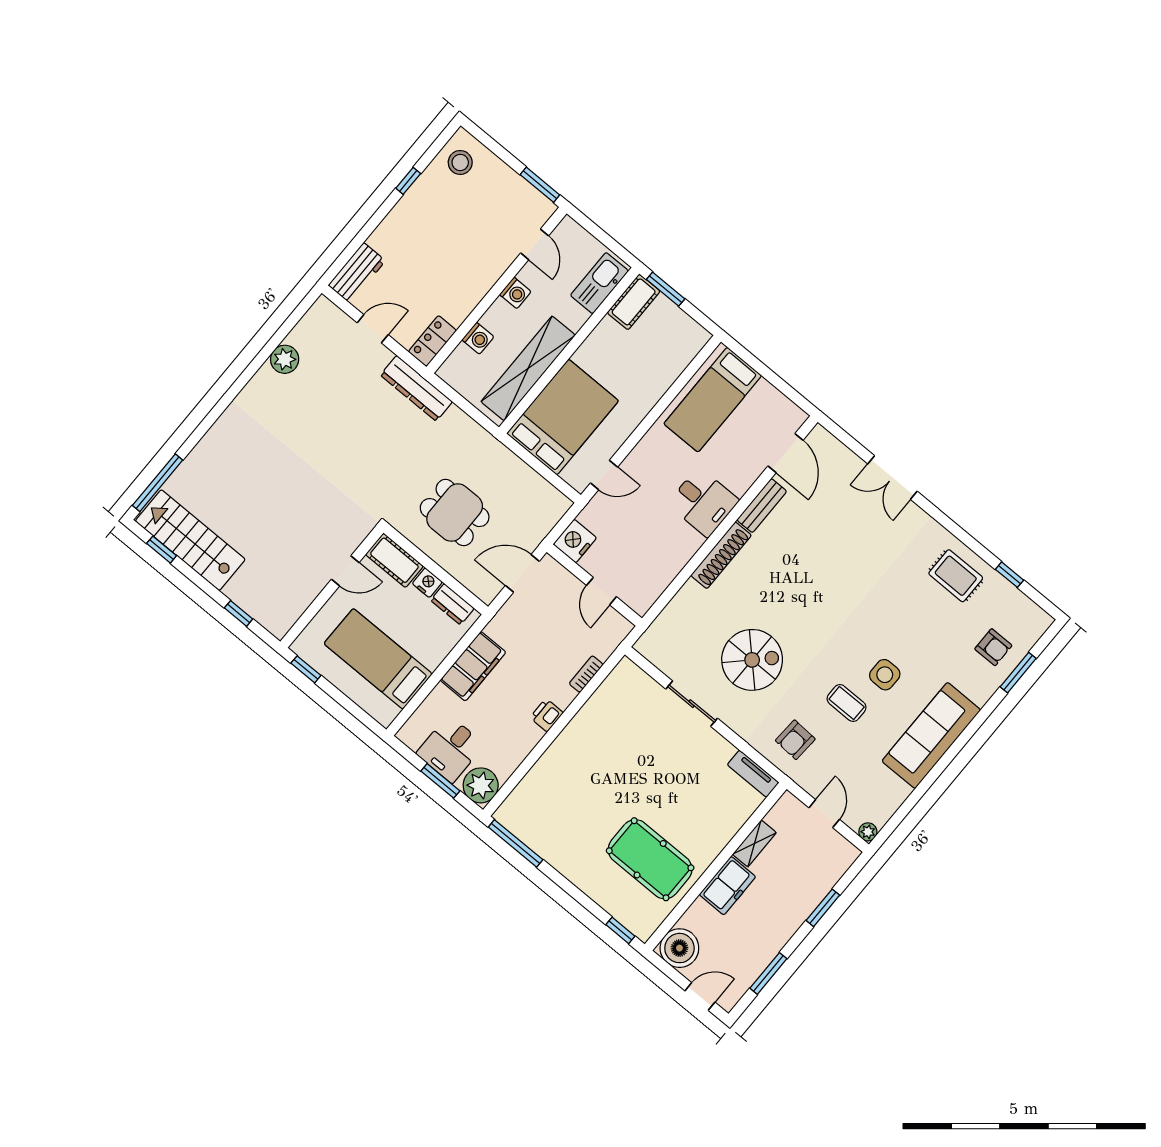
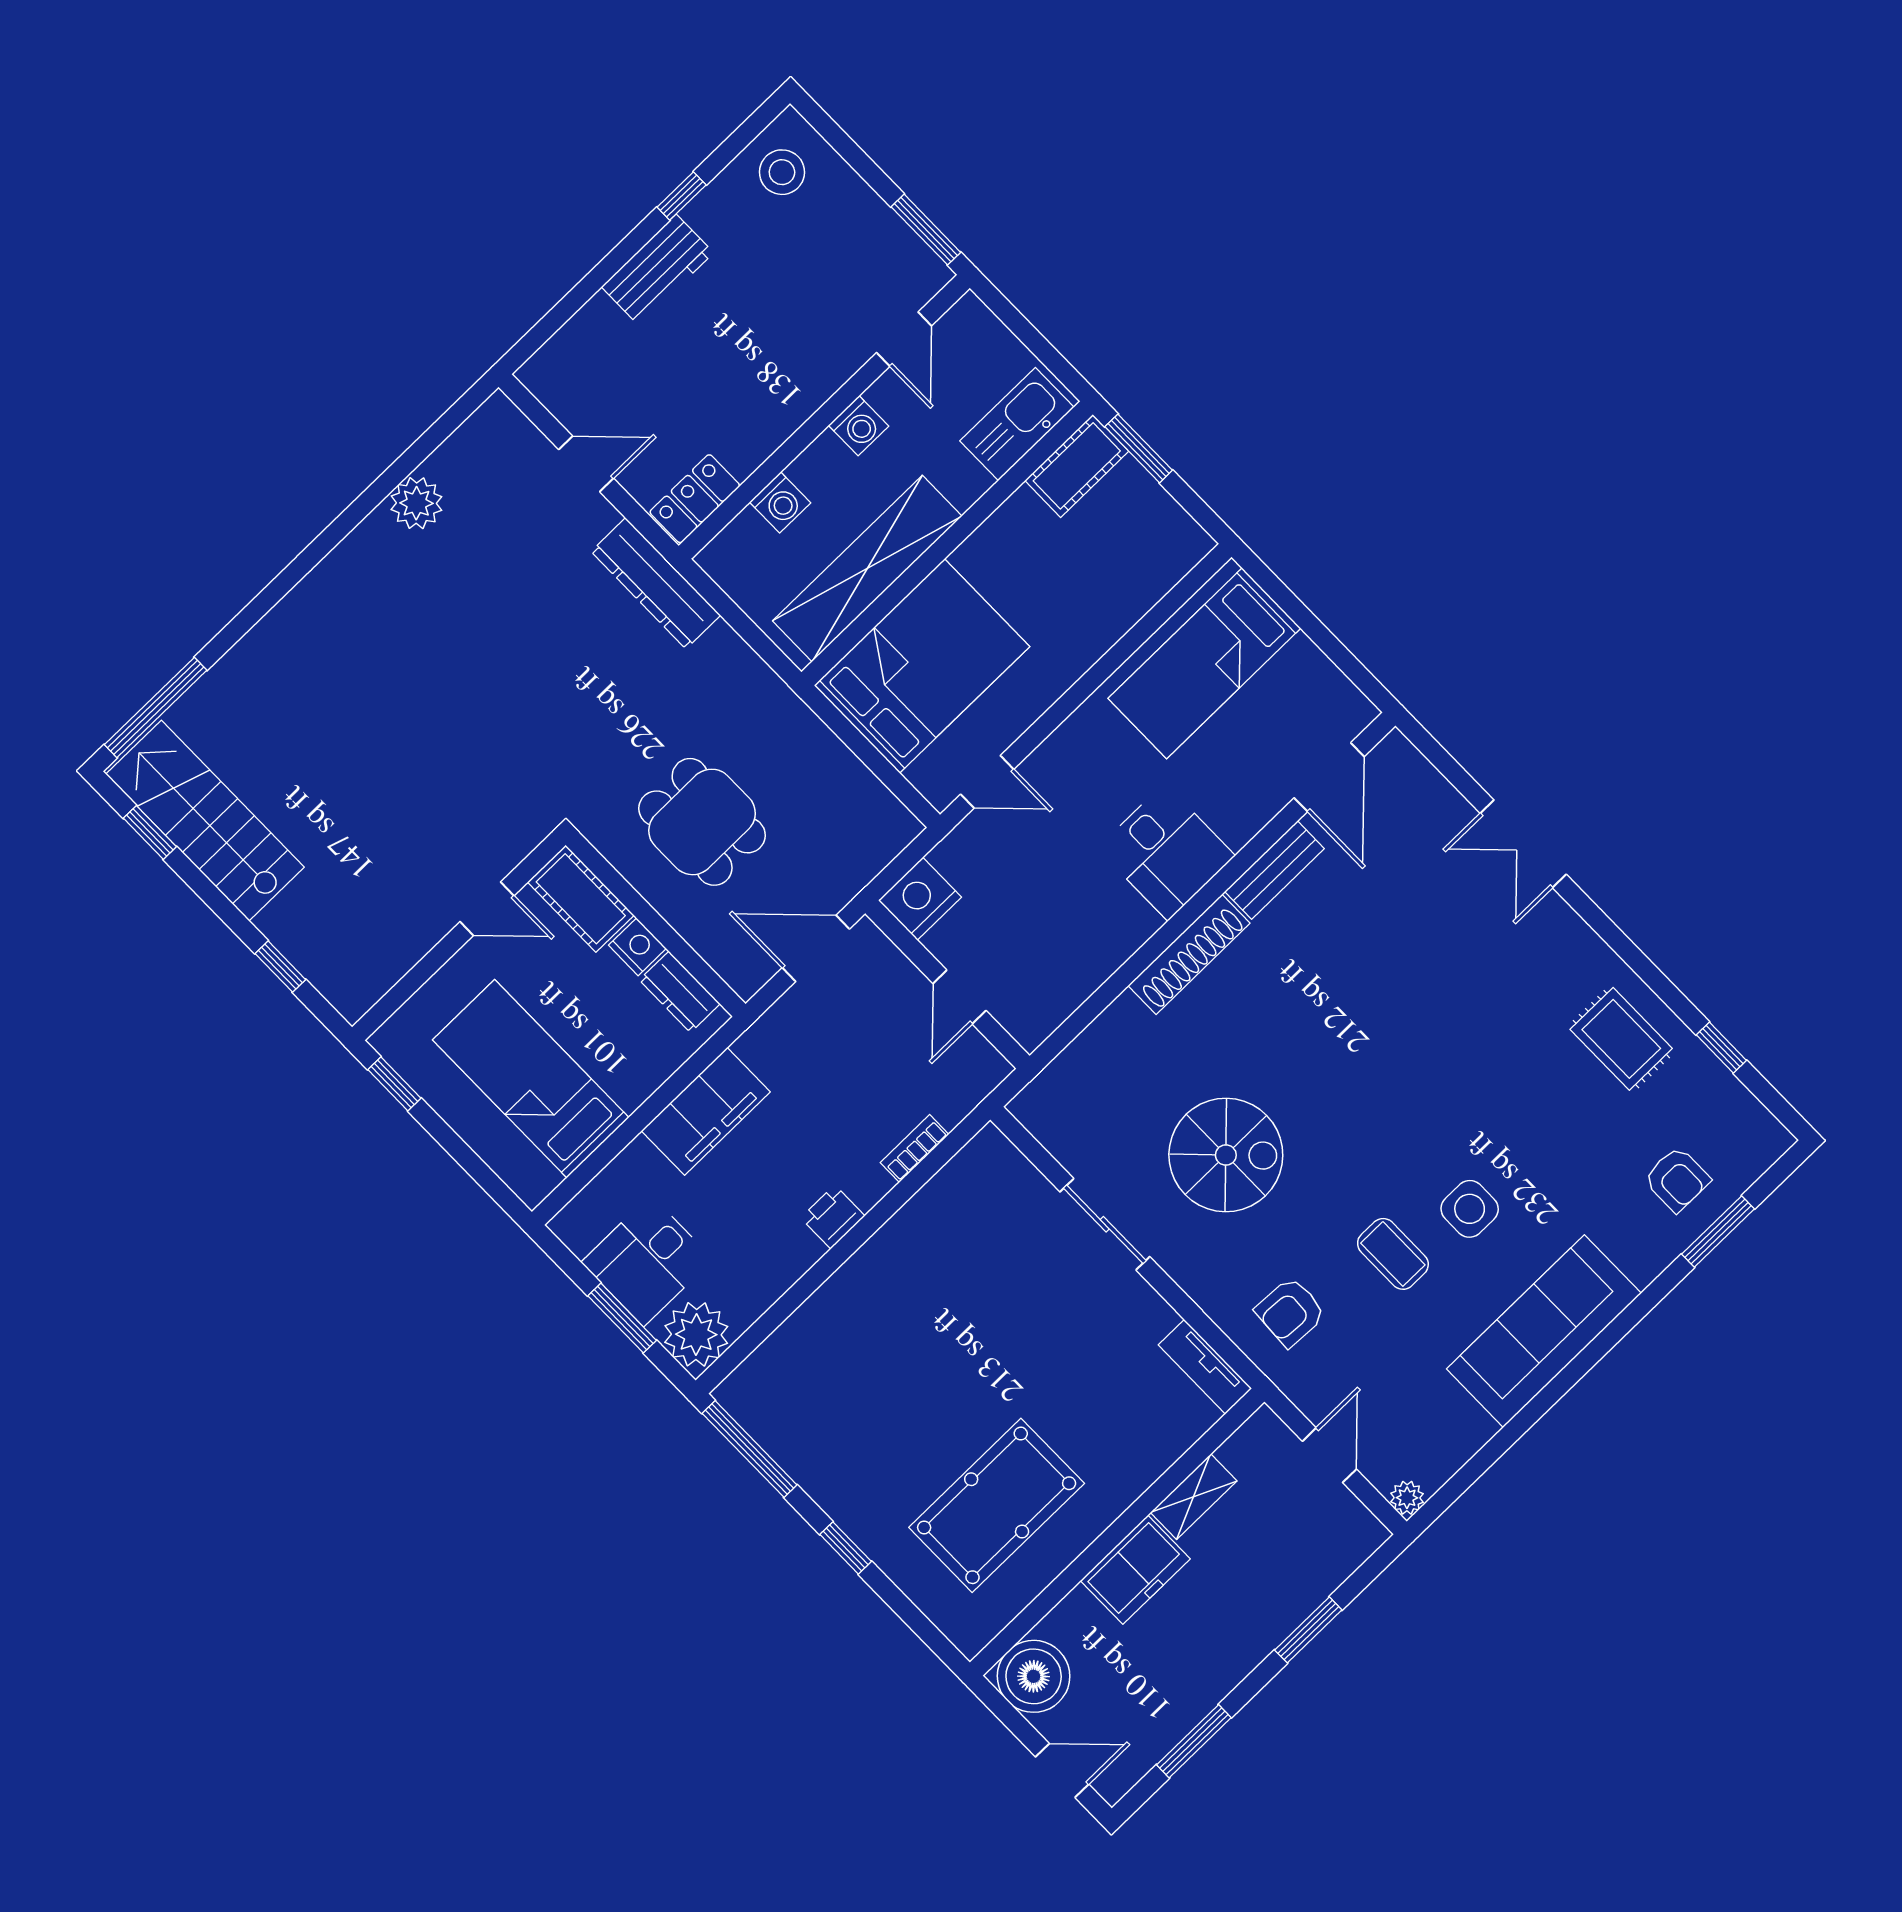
workbench: (357, 273) -> (658, 270), moved
pool table: (650, 859) -> (997, 1505), turned 90
window: (620, 930) -> (846, 1548), moved

